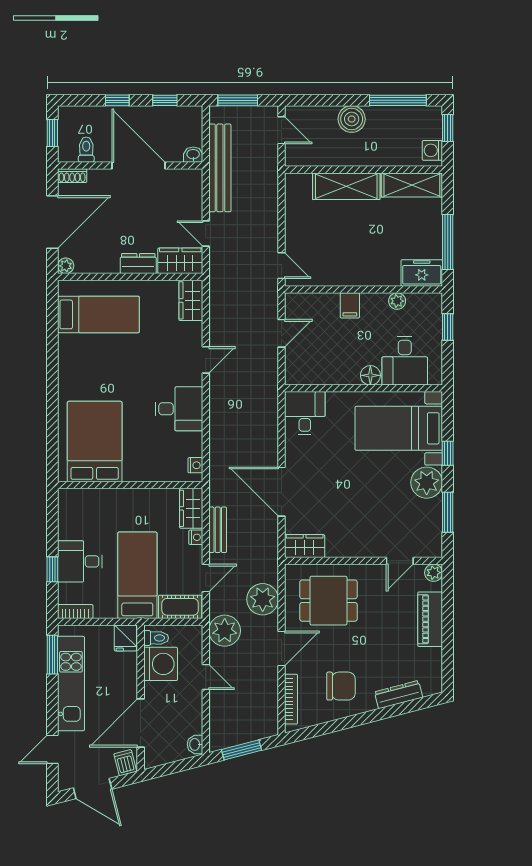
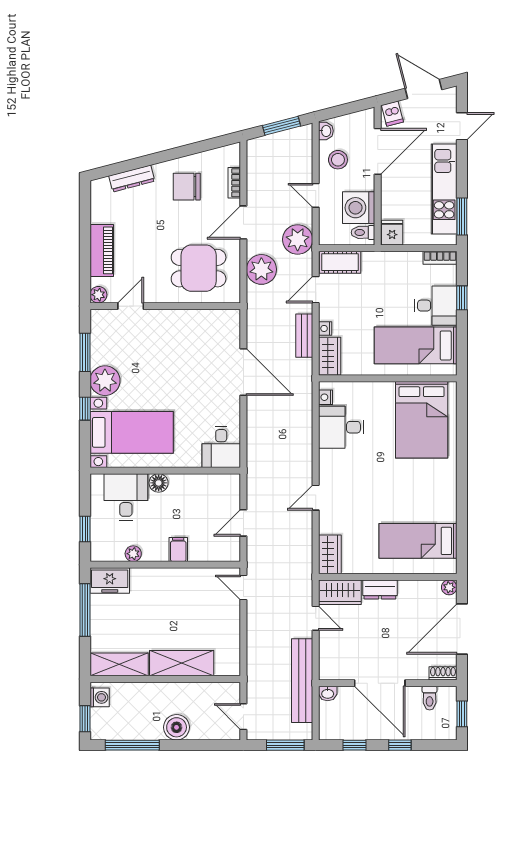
desk: (179, 409) -> (341, 427), moved
wardrobe: (305, 546) -> (221, 320), removed
bed: (137, 575) -> (416, 345), moved, turned 90
bookcase: (291, 699) -> (234, 183), width x0.64
stool: (182, 714) -> (338, 160), added

